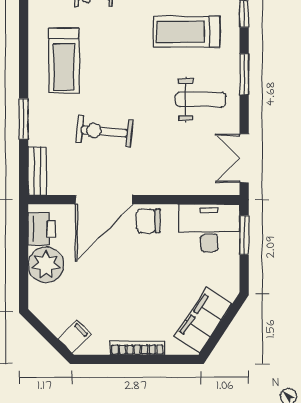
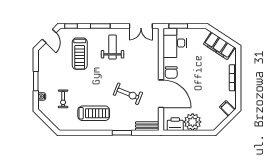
exercise bike: (104, 131) -> (128, 94), turned -73

